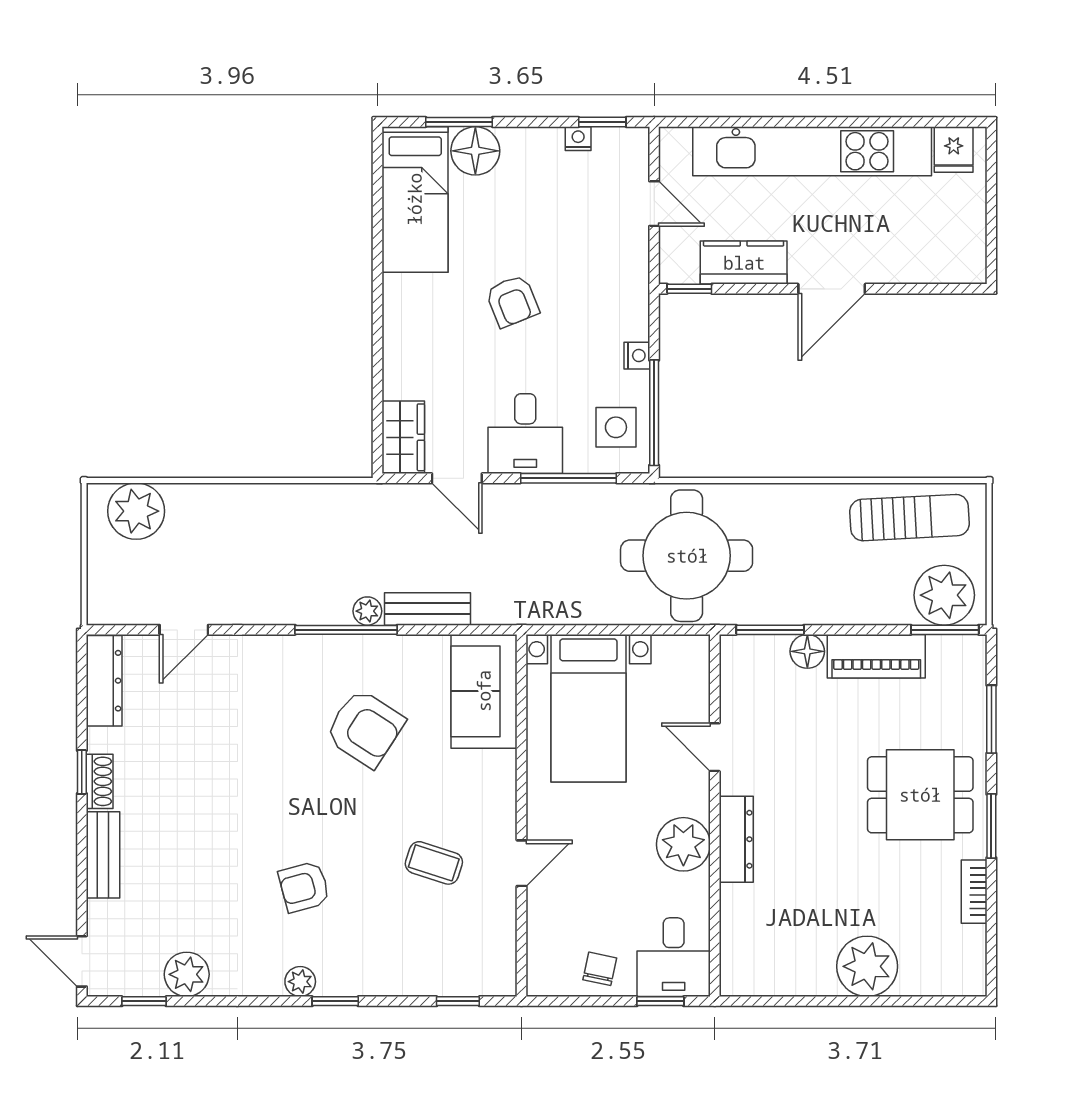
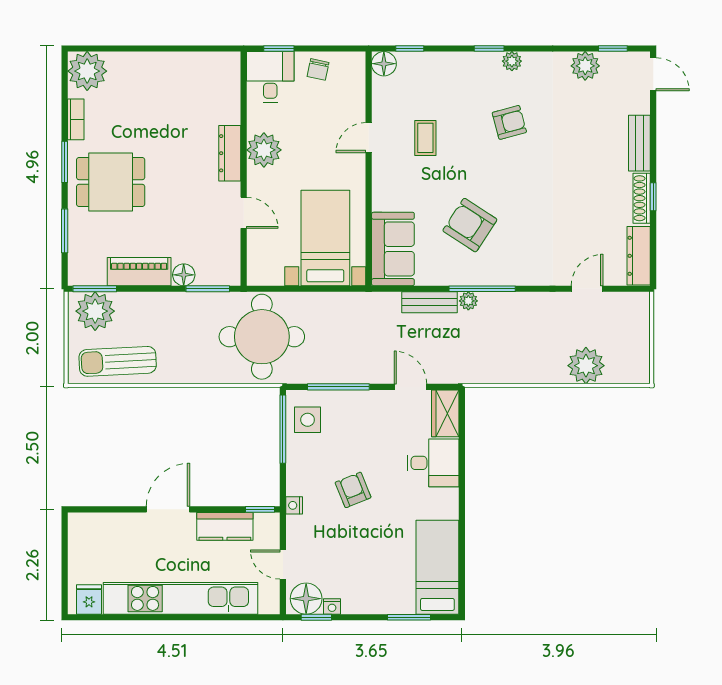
floor lamp: (475, 151) -> (306, 599), moved
armchair: (512, 301) -> (353, 490), moved
nightstand: (637, 356) -> (294, 505), moved
desk: (525, 434) -> (433, 463), moved, turned 90
plant: (136, 511) -> (586, 366), moved
shoe rack: (100, 781) -> (642, 198), width x1.43
coffee table: (434, 863) -> (425, 138), turned 72
plant: (867, 966) -> (87, 71), moved
floor lamp: (498, 978) -> (384, 64), added

